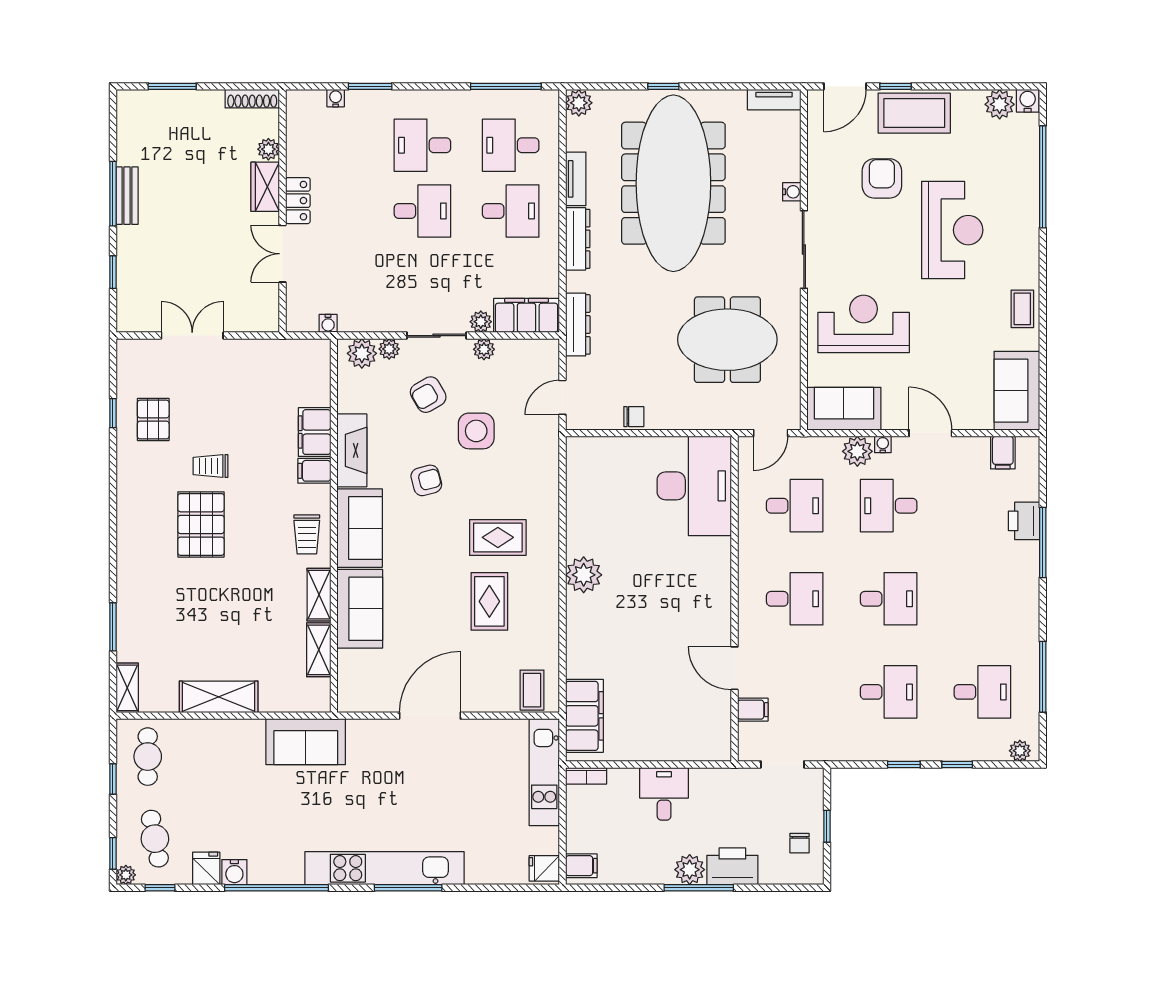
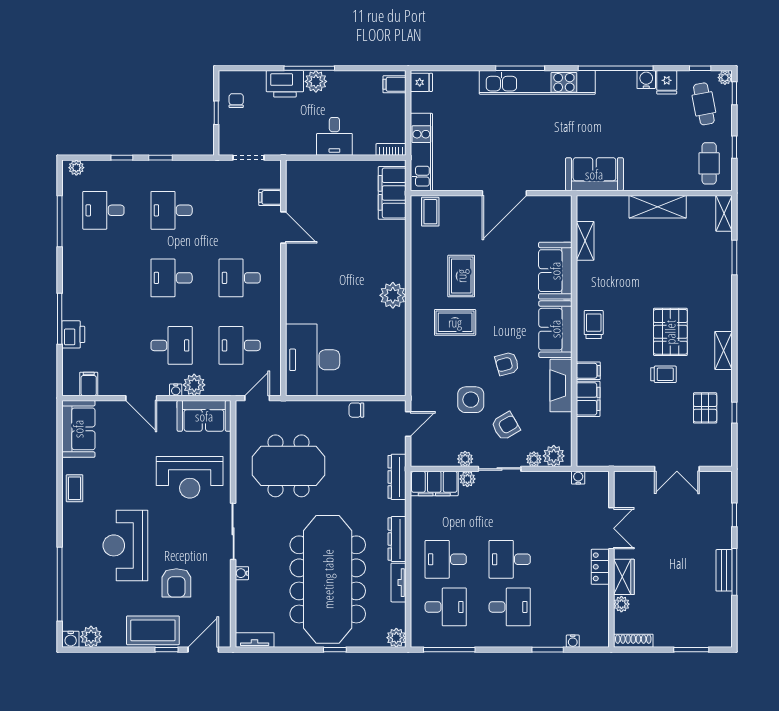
shelving: (319, 595) -> (723, 350), moved

